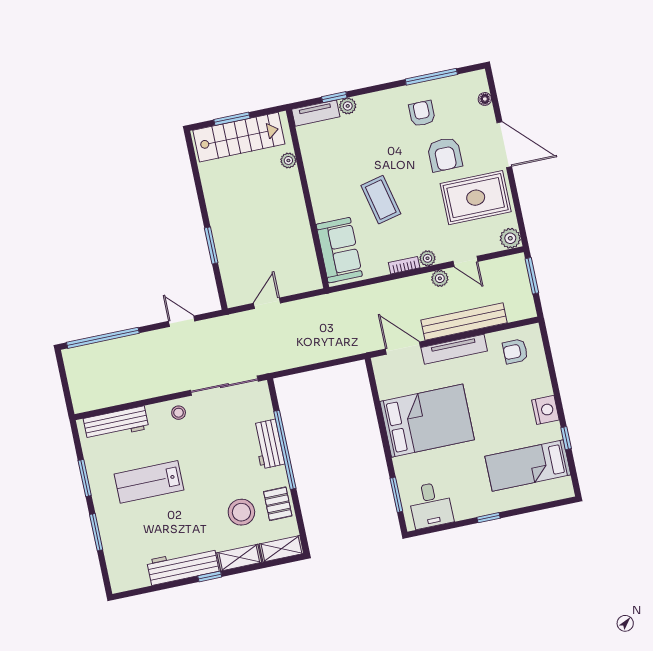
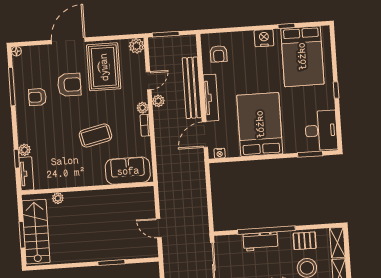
floor lamp: (485, 99) -> (16, 51), moved
nightstand: (380, 372) -> (220, 153), added
bed: (528, 466) -> (302, 56), width x1.50
desk: (431, 505) -> (321, 130), width x1.37

